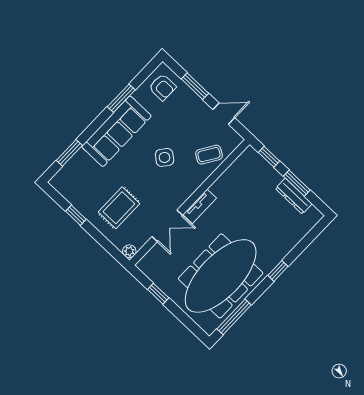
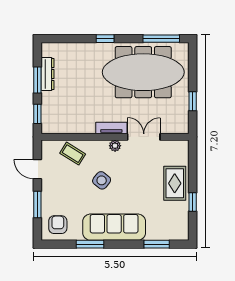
rug: (119, 208) -> (175, 183), moved, turned 90
plant: (129, 251) -> (115, 146), moved

